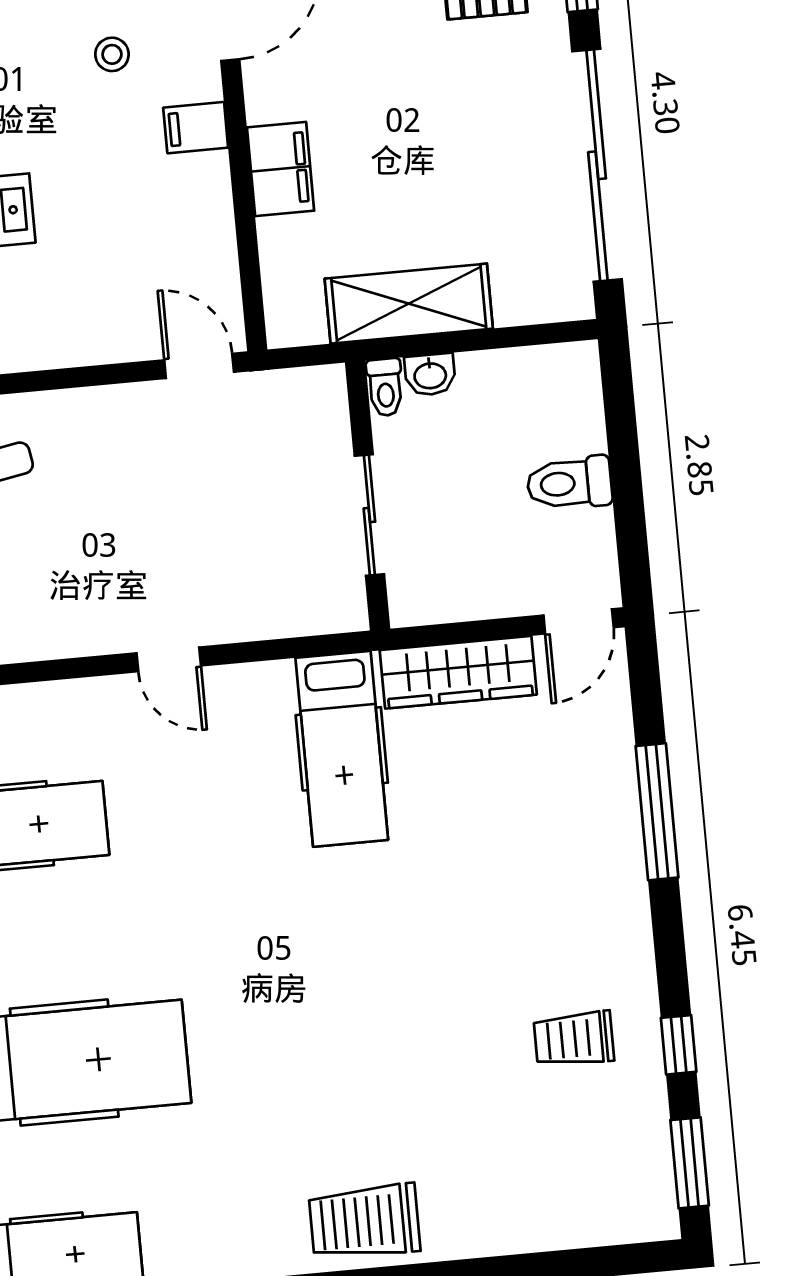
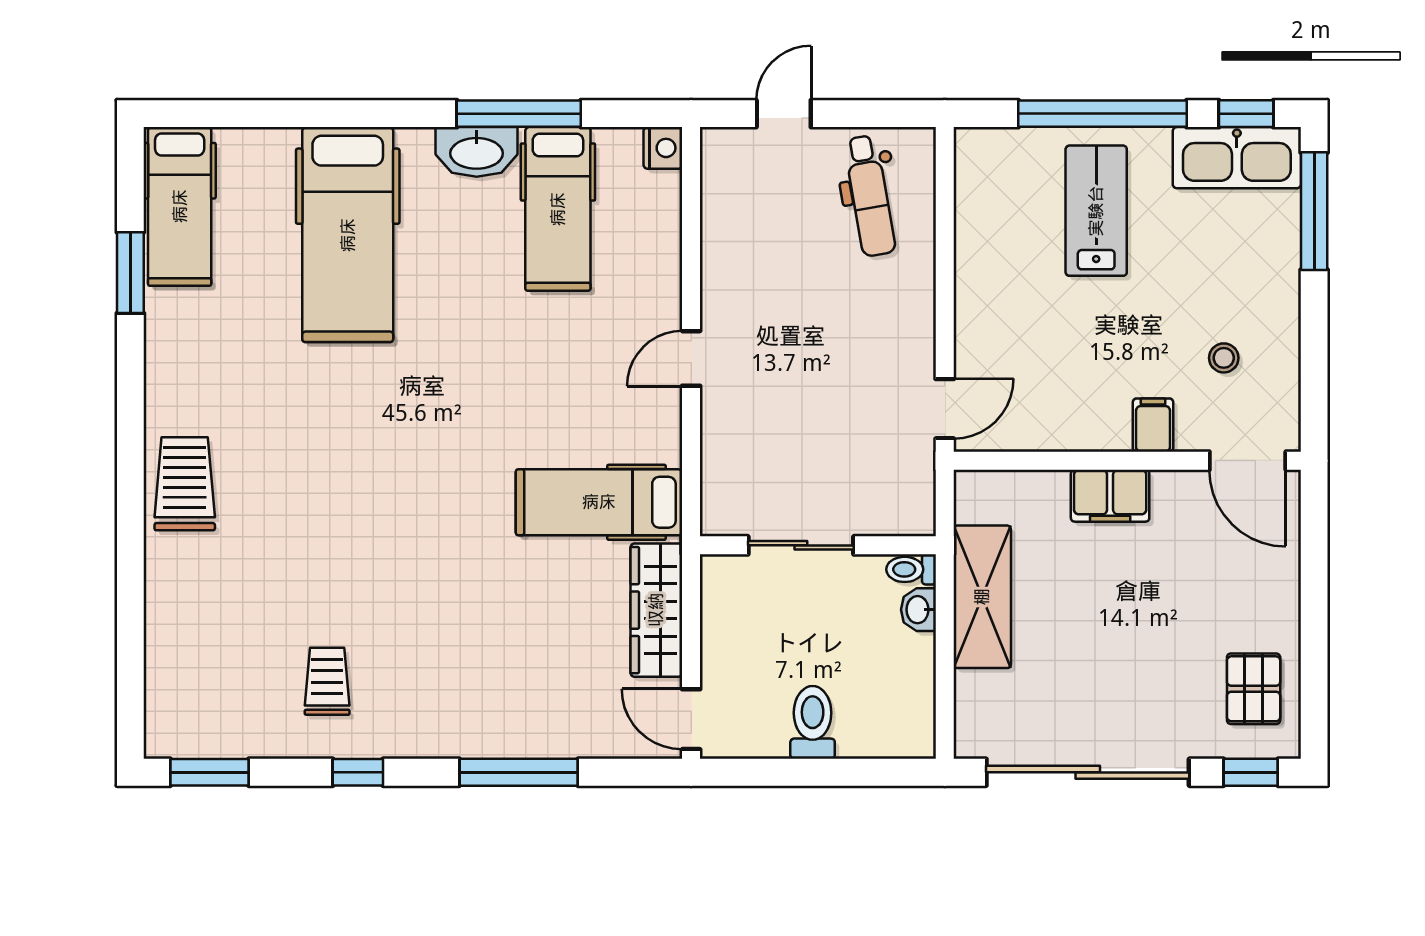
window: (679, 1045) -> (358, 772), moved

